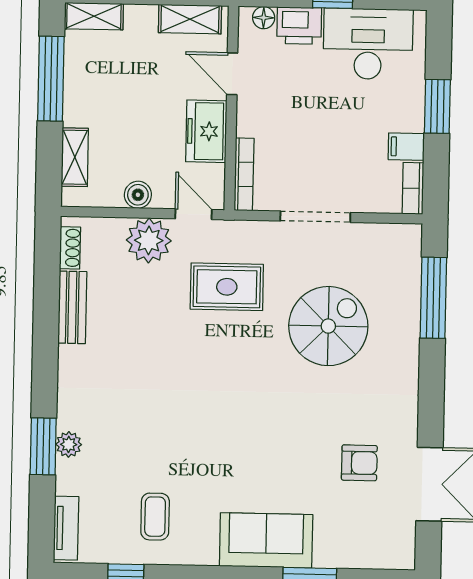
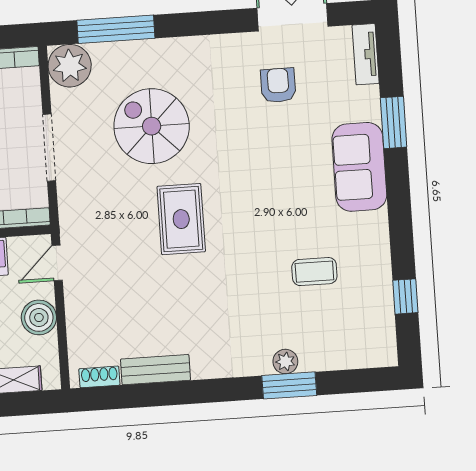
boiler: (138, 195) -> (39, 317), width x1.36, depth x1.36
plant: (149, 240) -> (70, 66), moved
rug: (227, 287) -> (181, 219), moved
coffee table: (155, 517) -> (314, 272), moved
tv unit: (66, 528) -> (366, 54), moved, turned -90

